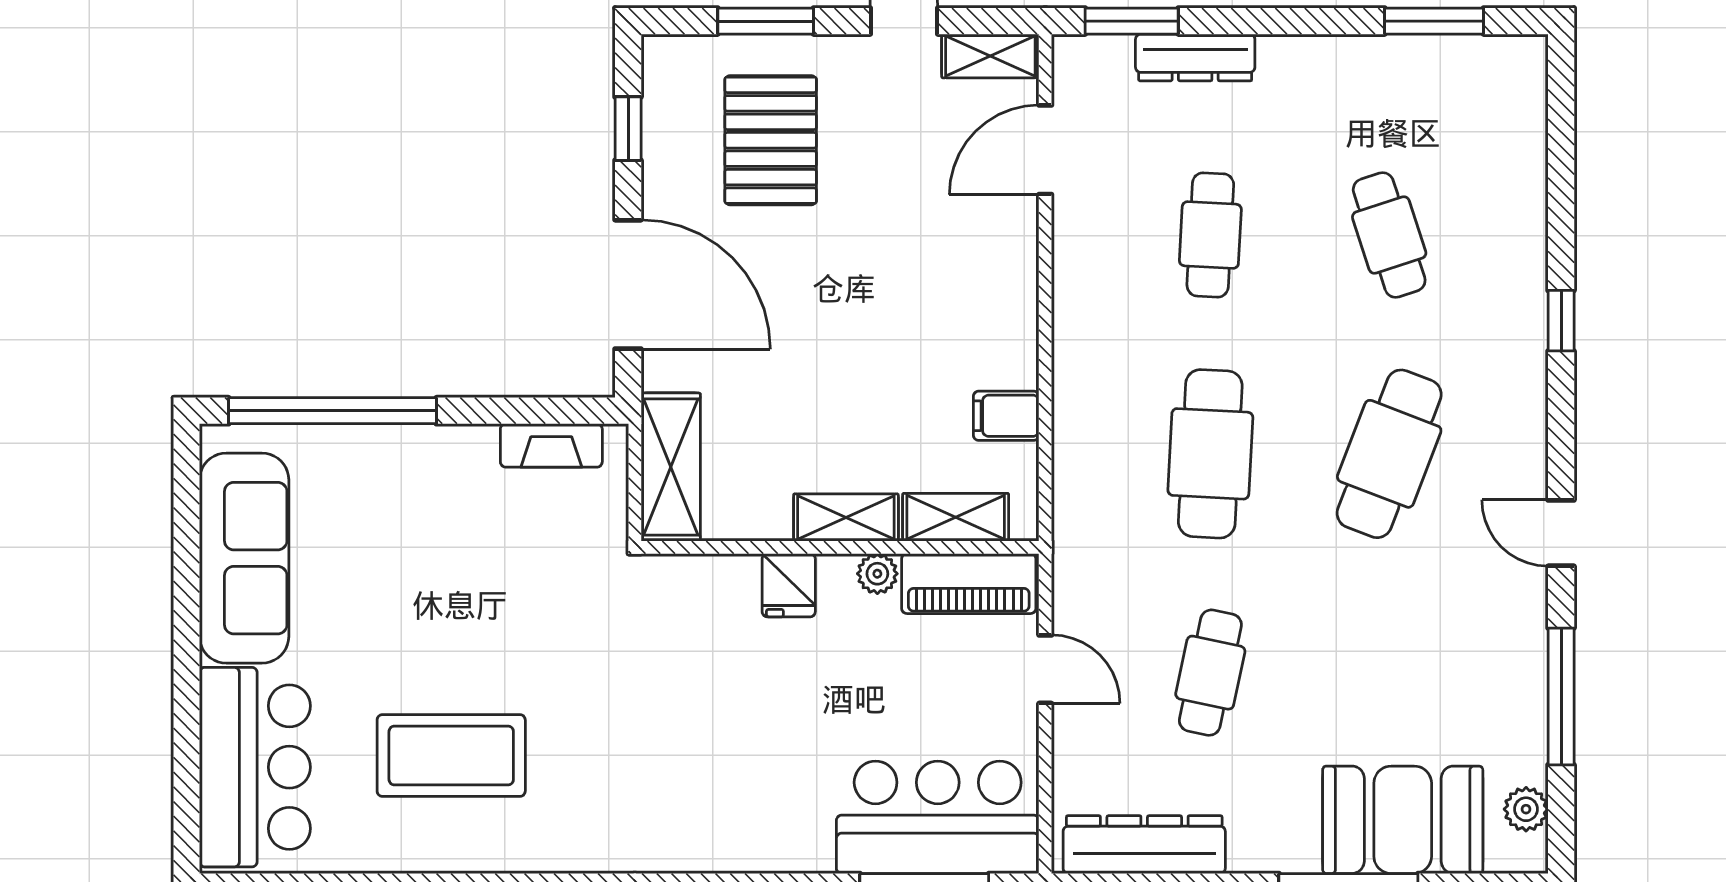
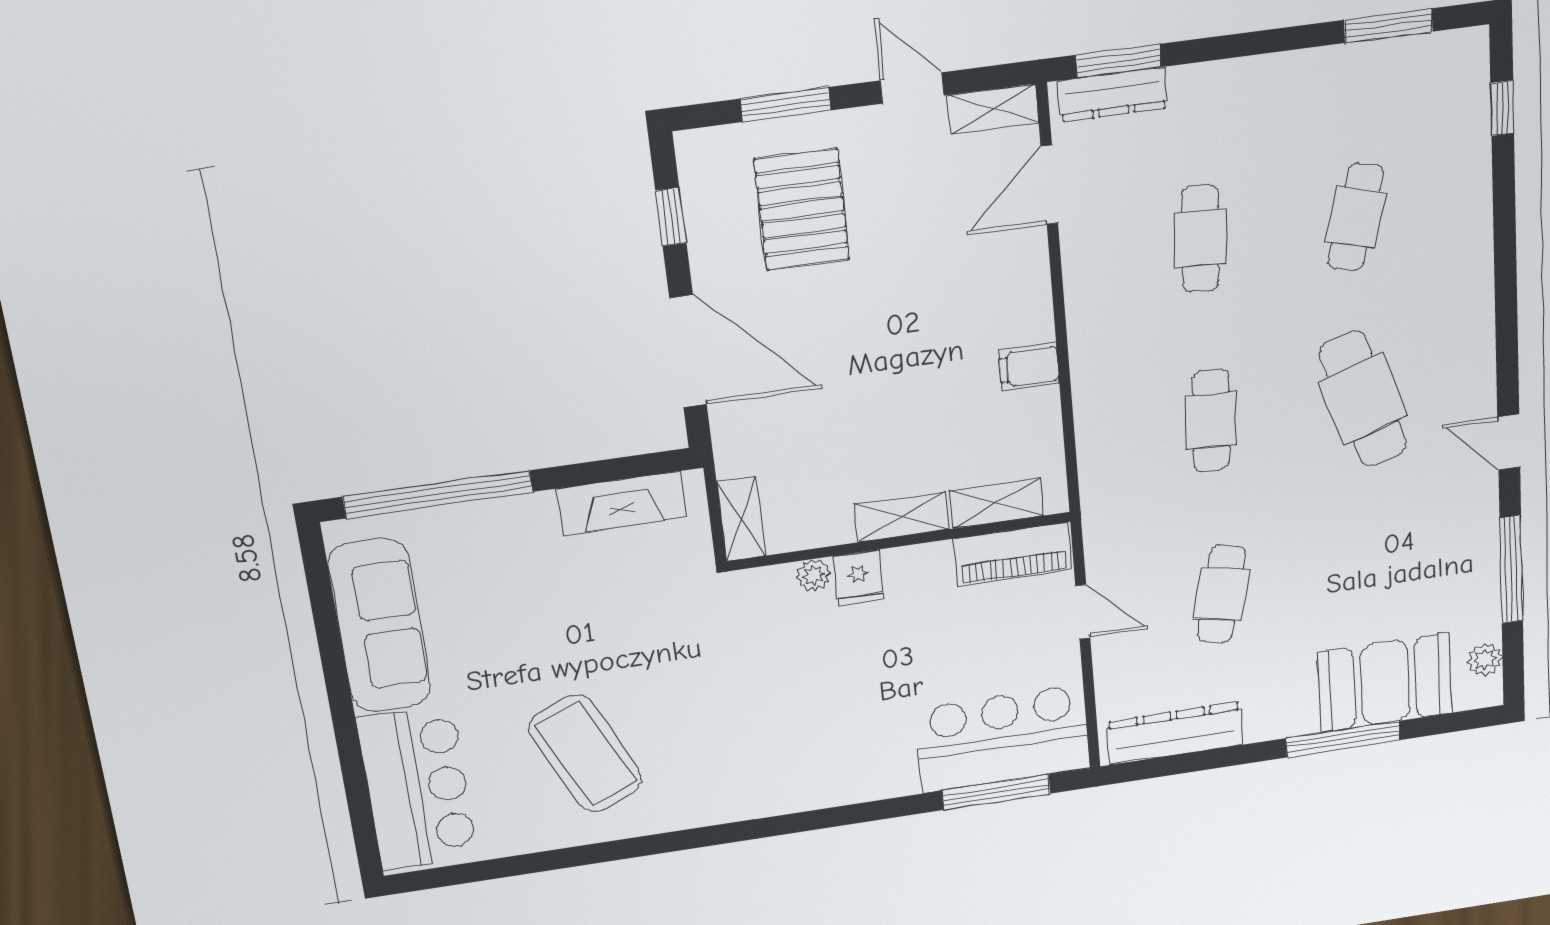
dresser: (1195, 57) -> (1113, 94), moved
cafe table: (1389, 235) -> (1356, 217), turned 33
window: (1561, 321) -> (1502, 108), moved
filing cabinet: (1006, 416) -> (1029, 367), moved
fireplace: (551, 445) -> (622, 503), width x1.37, depth x1.32
cafe table: (1210, 454) -> (1211, 421), width x0.73, depth x0.74
cafe table: (1389, 454) -> (1363, 399), turned -39
shelving: (671, 467) -> (741, 519), width x0.67, depth x0.75
plant: (877, 574) -> (814, 575), moved
coffee table: (451, 756) -> (585, 754), turned 66

